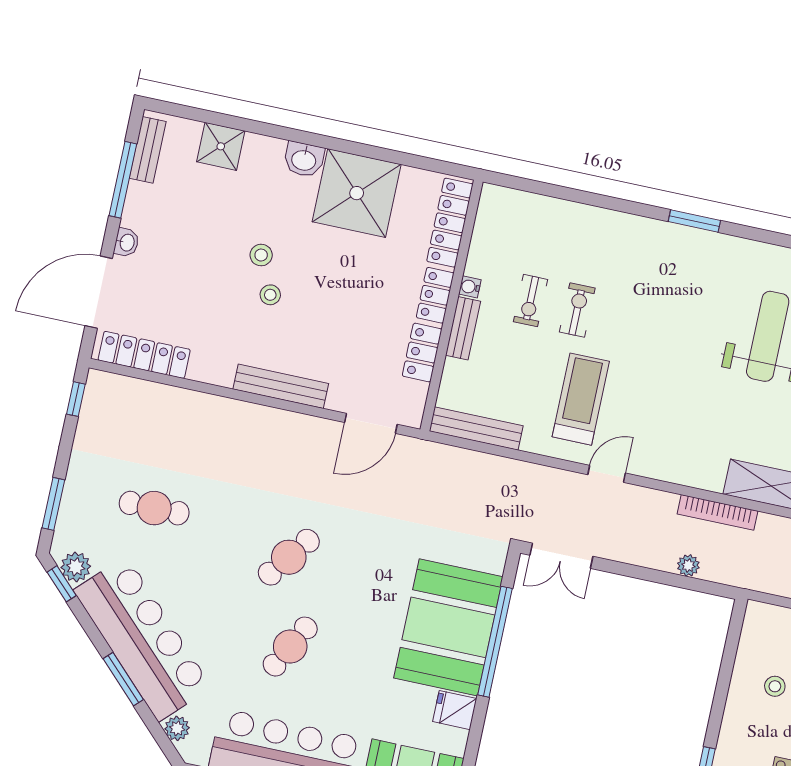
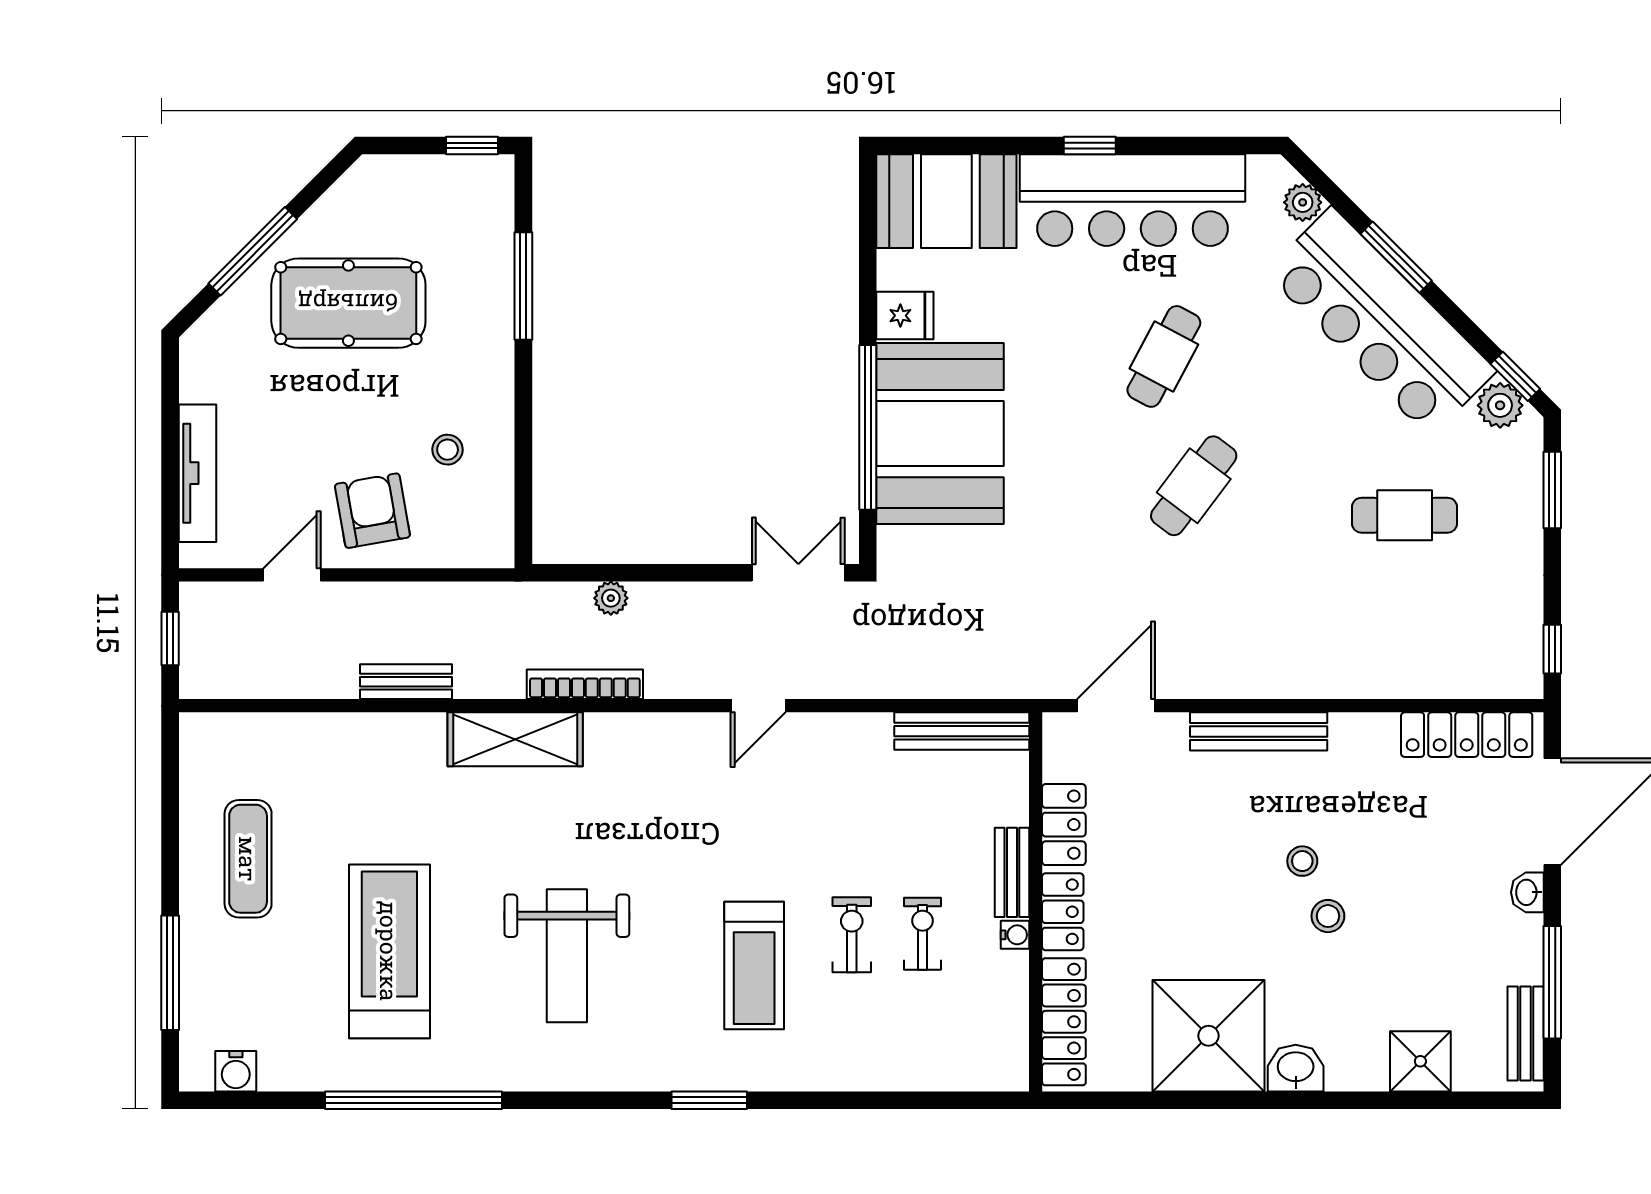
exercise bike: (577, 310) -> (852, 935), turned 180
treadmill: (581, 399) -> (754, 965), moved

